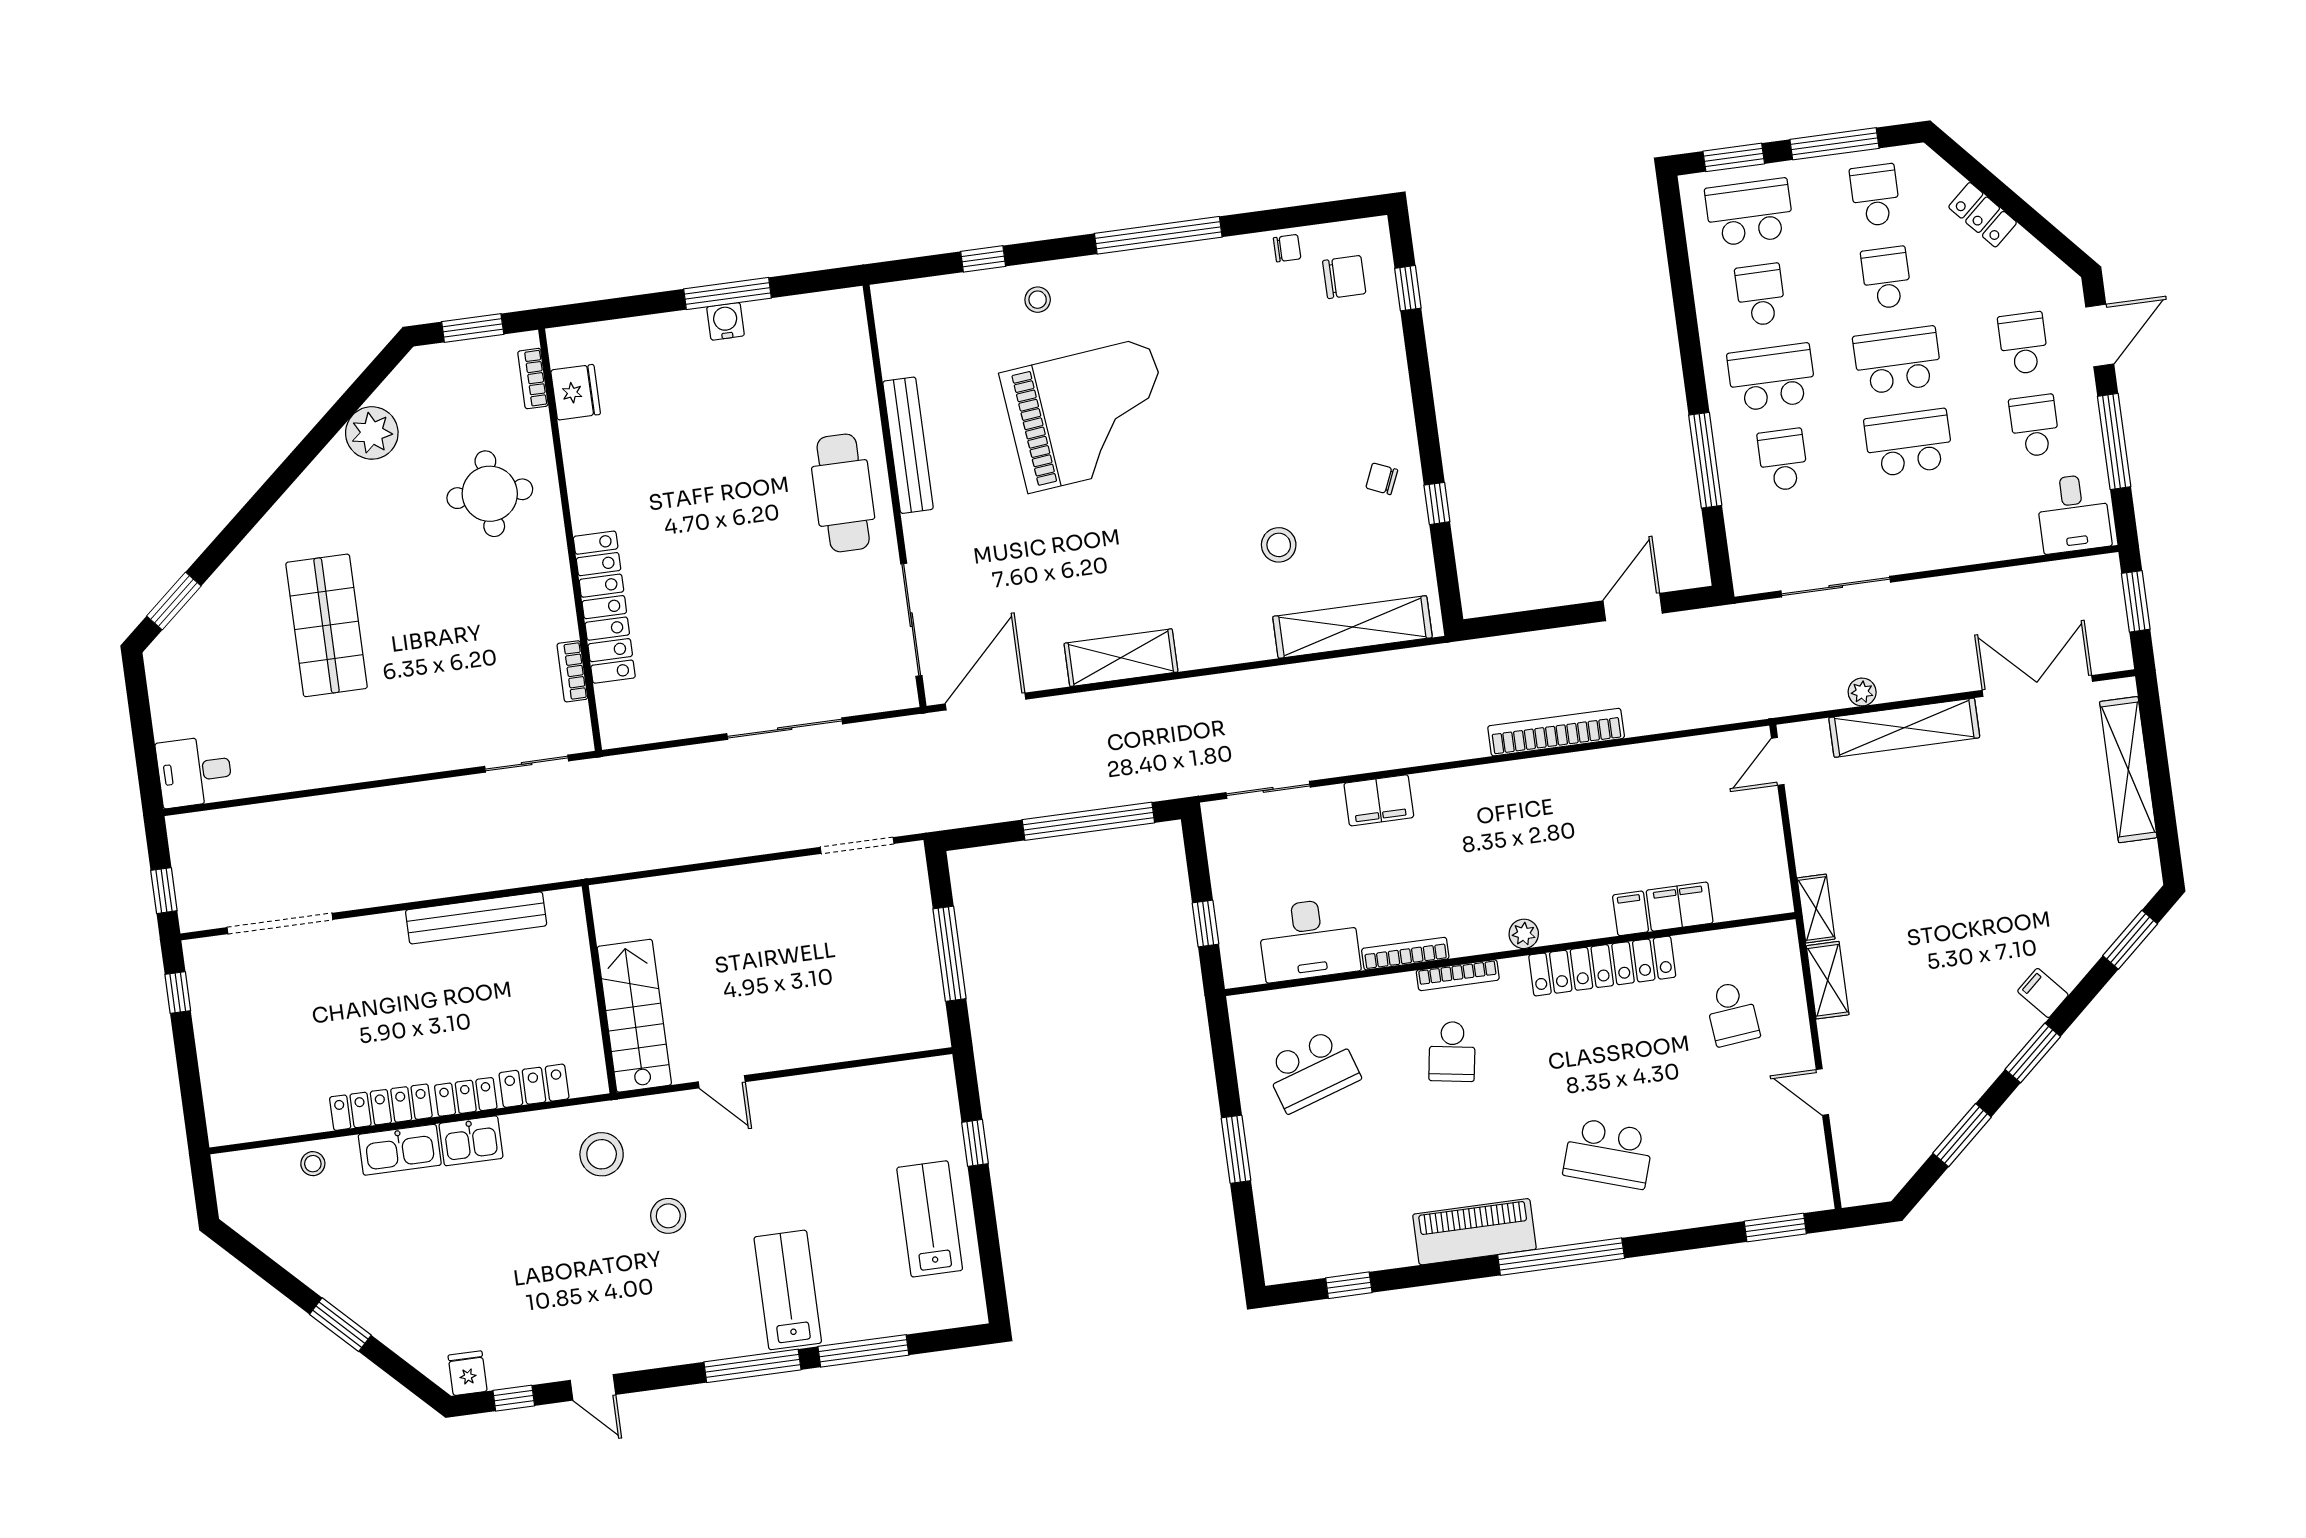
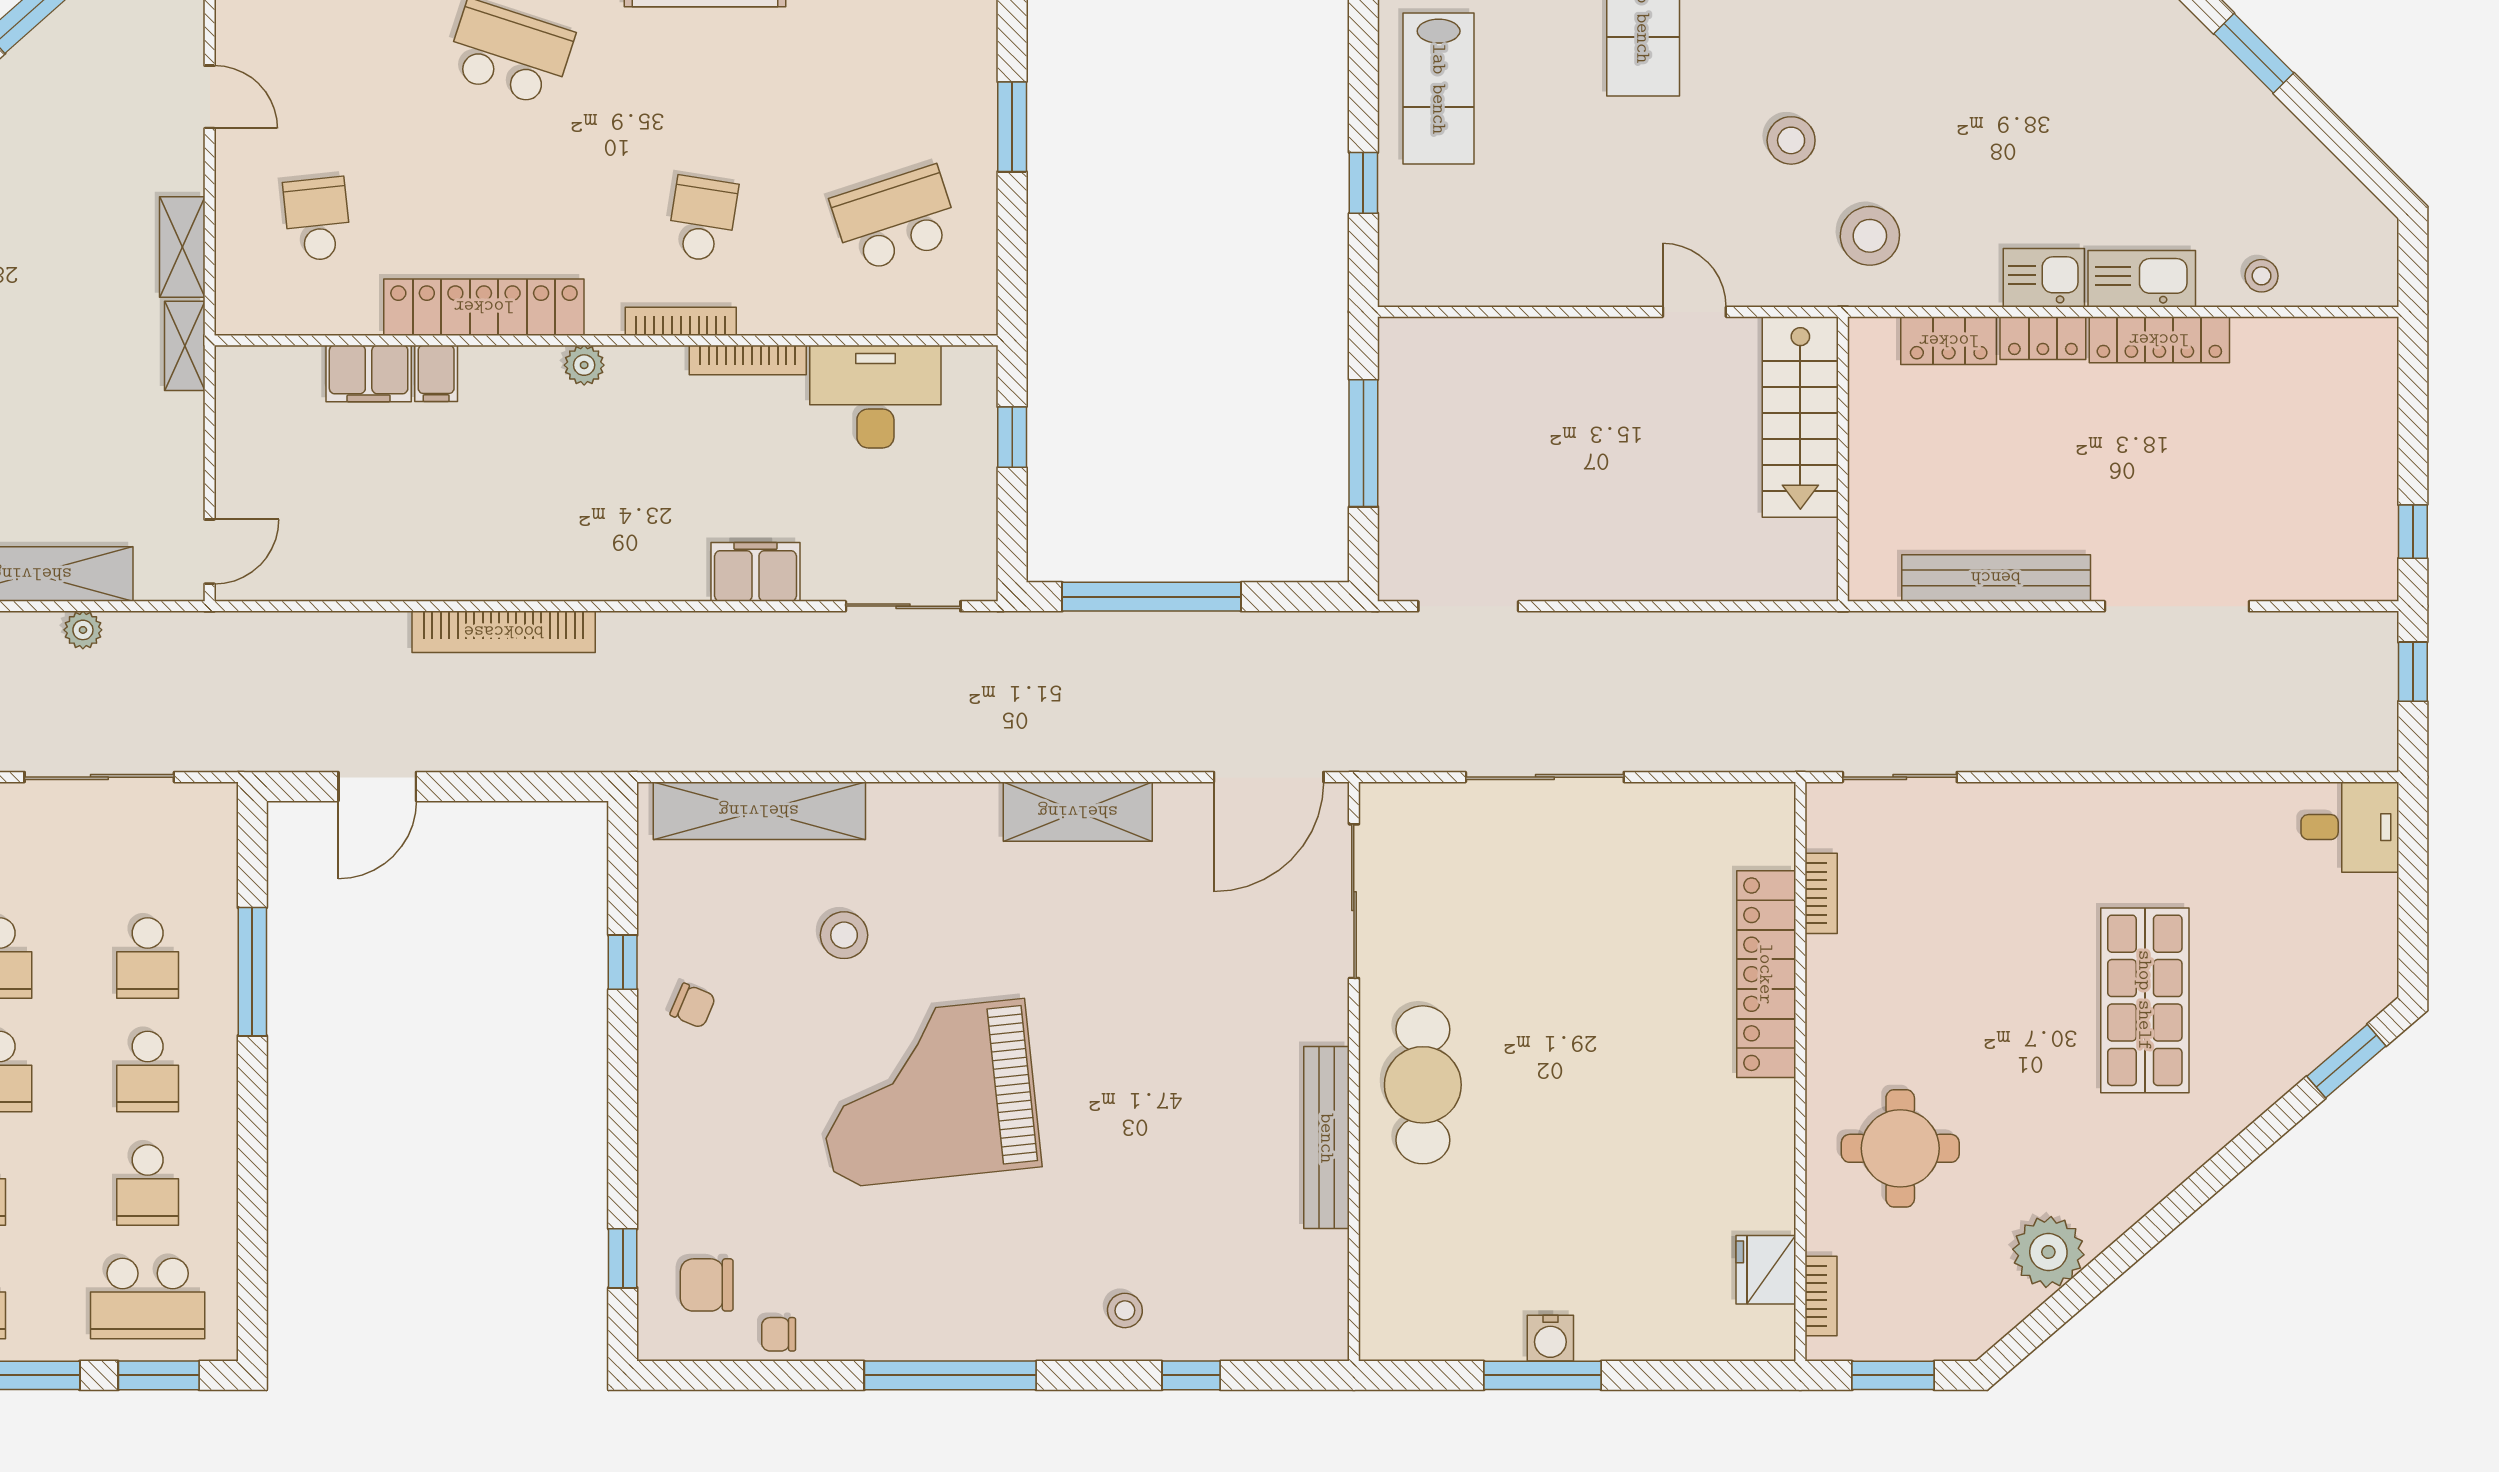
school desk: (1772, 377) -> (148, 1072), width x0.54
grand piano: (1089, 415) -> (928, 1094), moved
doorway: (280, 923) -> (2177, 606), moved

